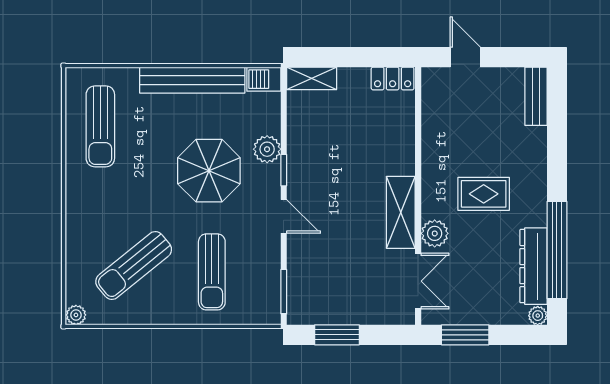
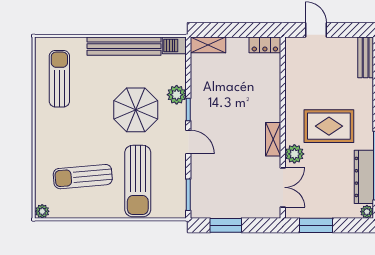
sun lounger: (100, 126) -> (59, 79), turned 180
rug: (484, 194) -> (329, 126), width x1.36, depth x1.43
shelving: (401, 212) -> (273, 139), width x0.67, depth x0.75
sun lounger: (134, 266) -> (83, 177), turned 34
sun lounger: (212, 272) -> (138, 181), width x1.36, depth x1.34

